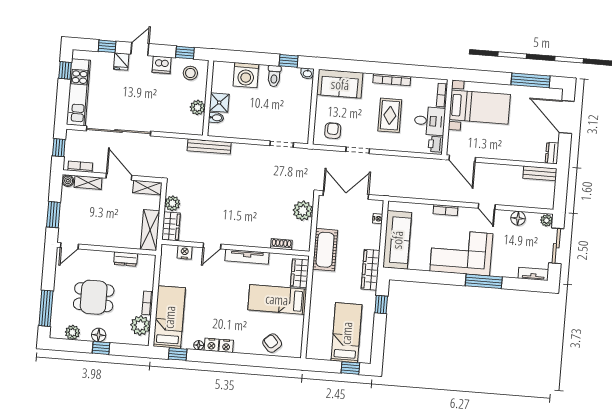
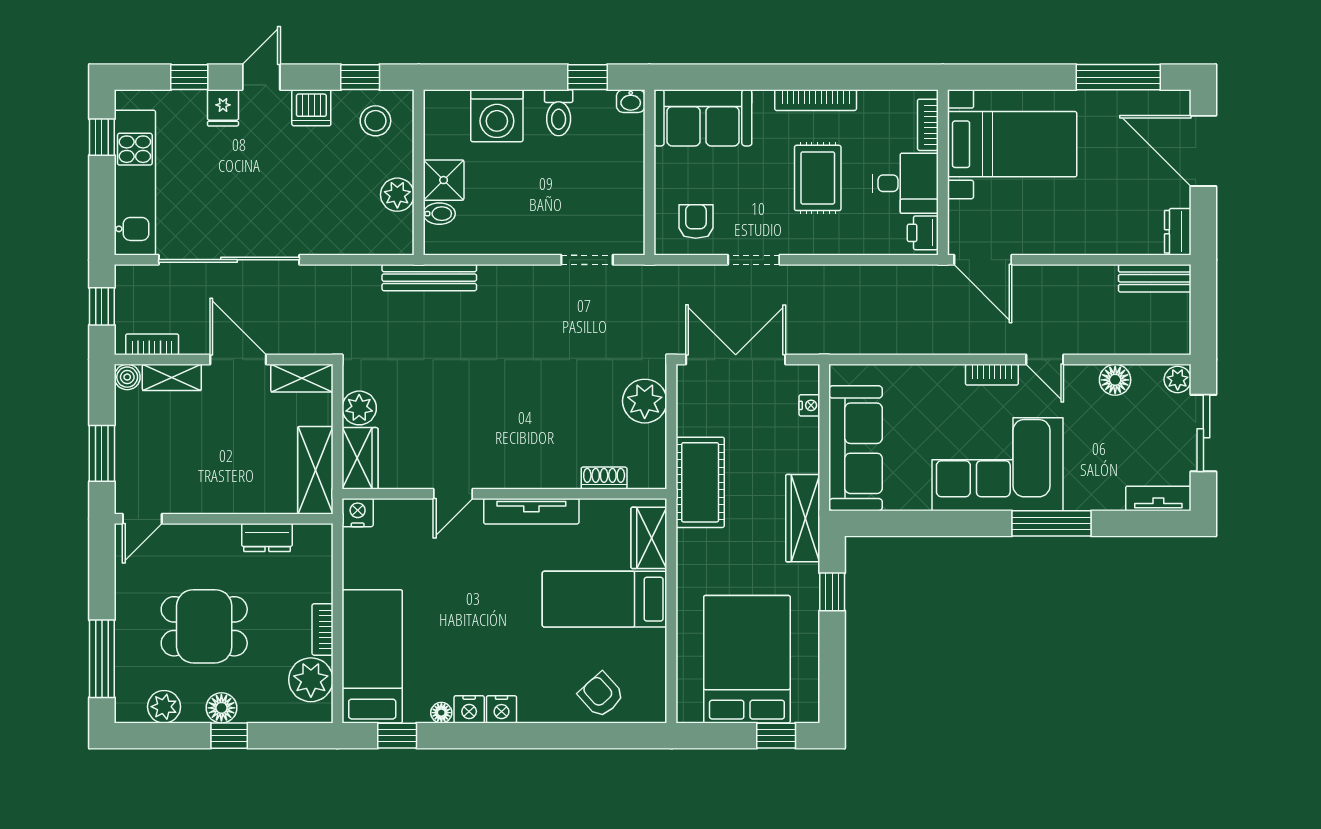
bookcase: (446, 210) -> (992, 375), moved
nightstand: (185, 252) -> (358, 513), moved
bed: (346, 333) -> (747, 659), width x1.50

